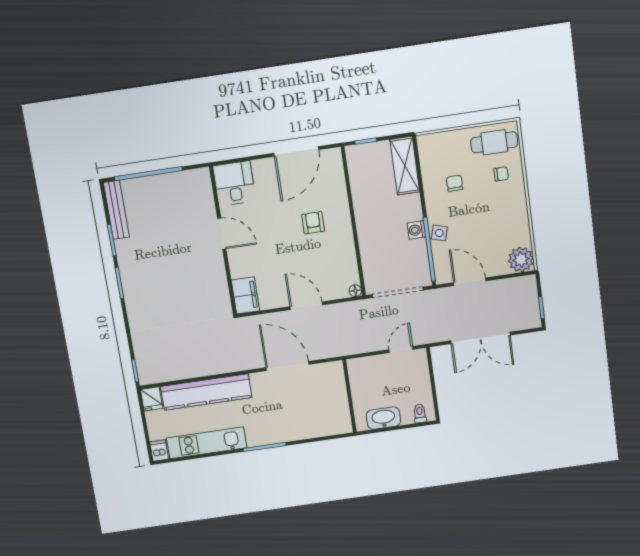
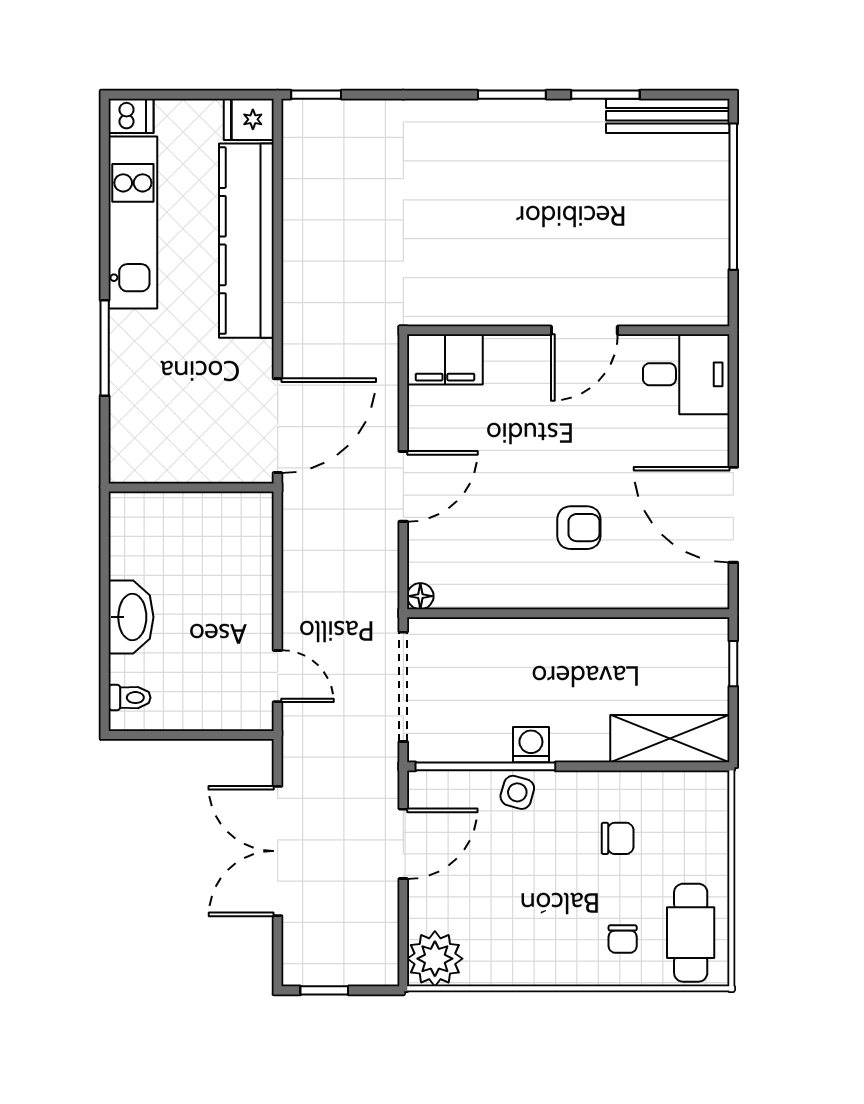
wall: (350, 396) -> (191, 487), moved

